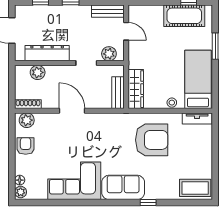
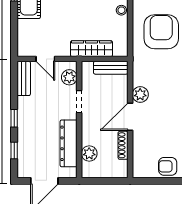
door: (126, 31) -> (45, 59), swing flipped
wardrobe: (136, 89) -> (91, 49), moved
shoe rack: (28, 104) -> (123, 145), moved
plant: (27, 120) -> (140, 95), moved

